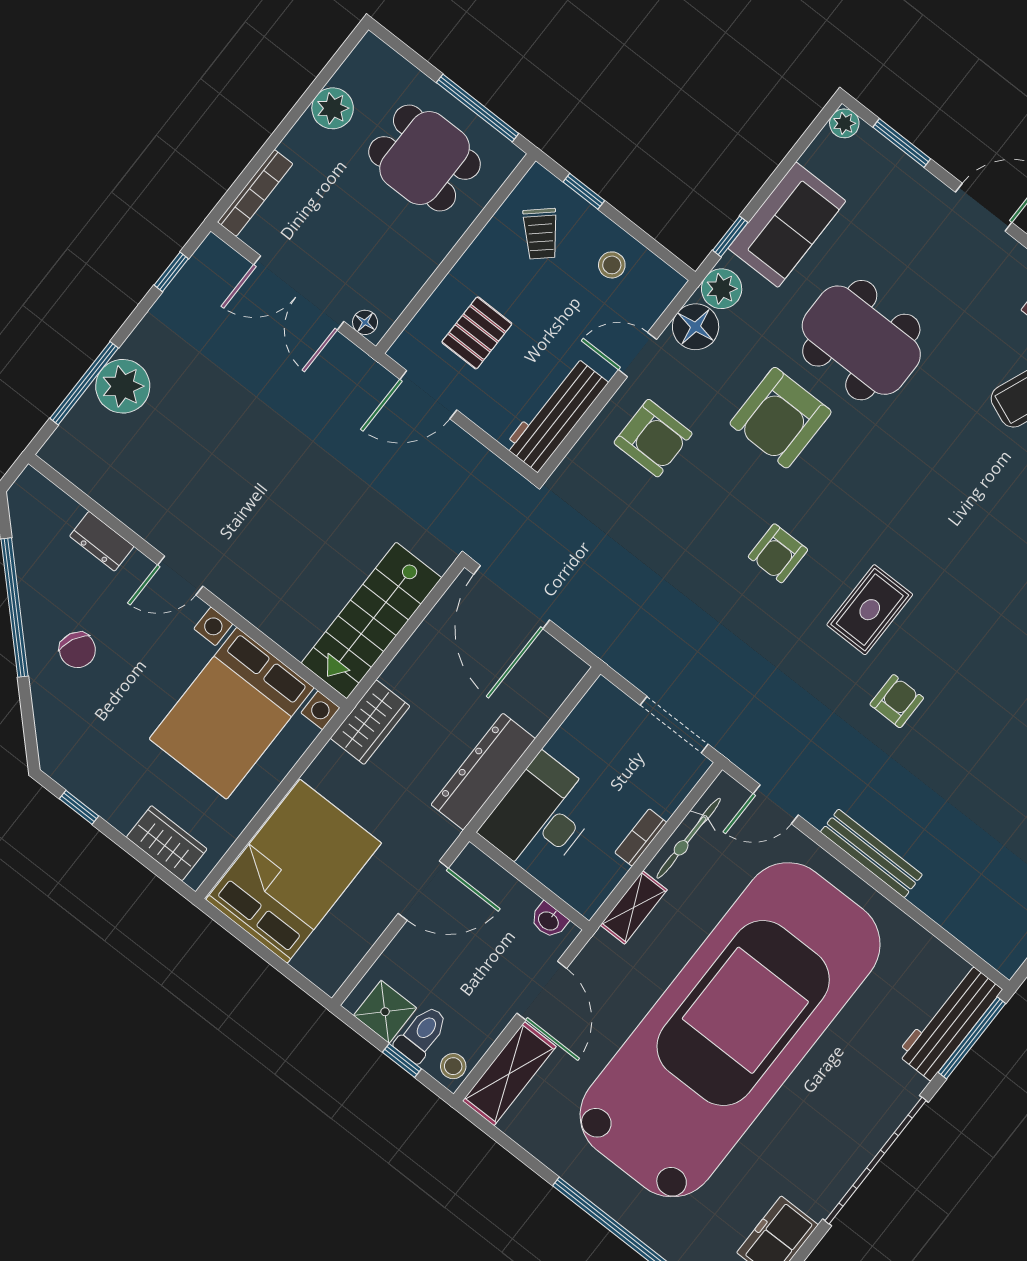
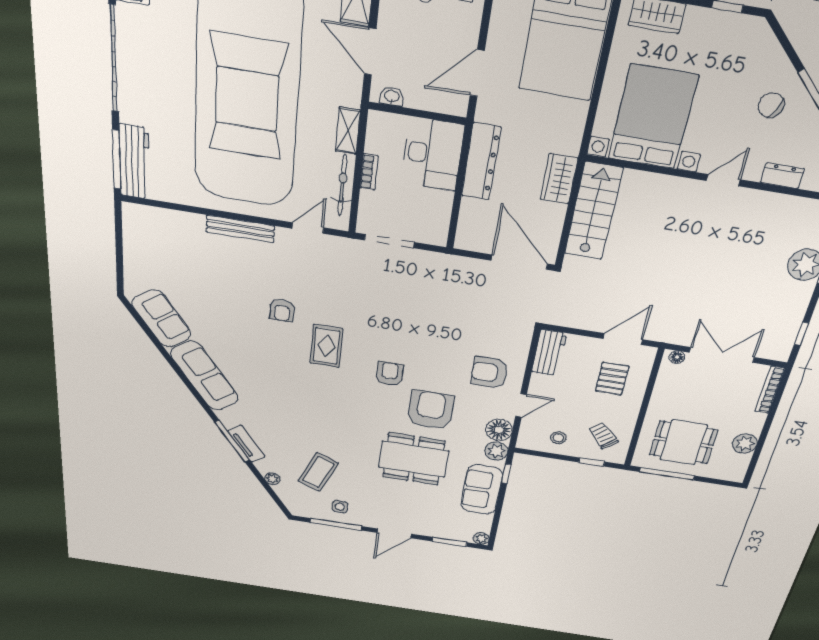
workbench: (556, 414) -> (549, 353), width x0.73
armchair: (778, 553) -> (390, 374), moved
wardrobe: (370, 722) -> (559, 179), moved

